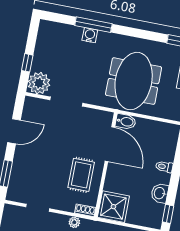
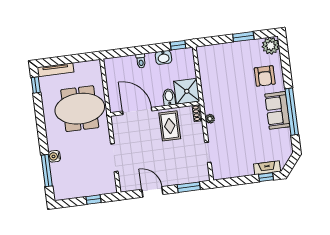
window: (93, 25) -> (47, 171), moved
plant: (39, 83) -> (107, 185), removed
bidet: (126, 122) -> (169, 97), moved
door: (110, 144) -> (137, 111), hinge flipped
rug: (81, 175) -> (170, 126), turned 90

